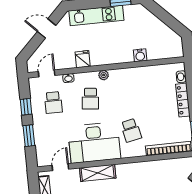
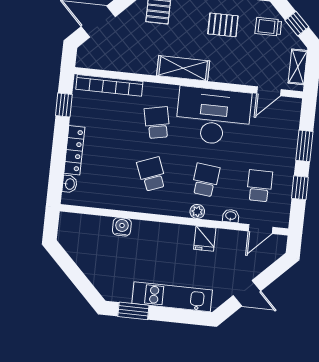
plant: (104, 75) -> (197, 211), moved
school desk: (127, 95) -> (152, 174), added
shelving: (98, 173) -> (183, 68), moved

